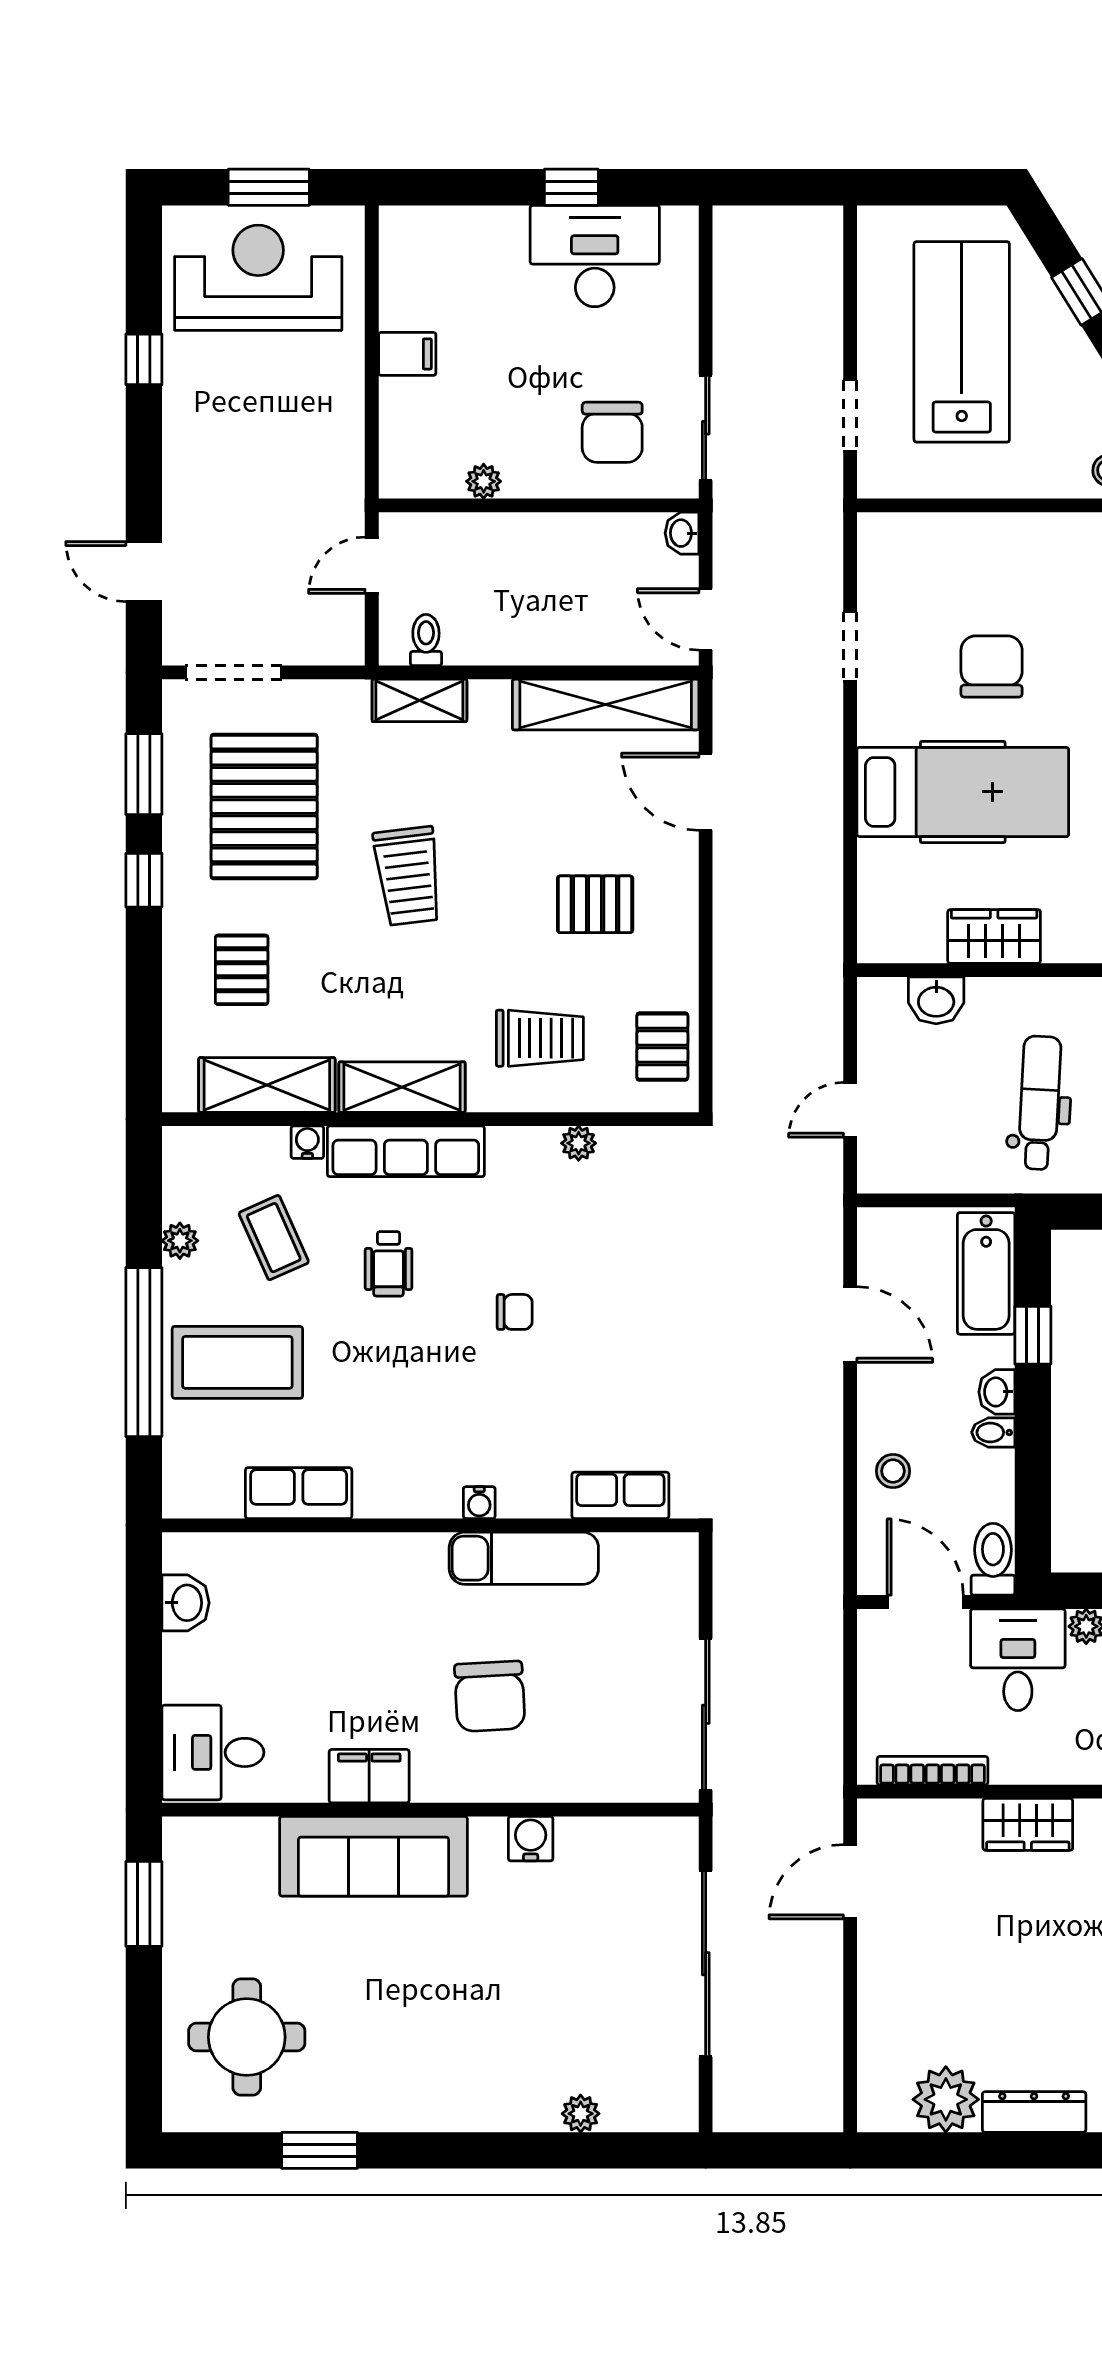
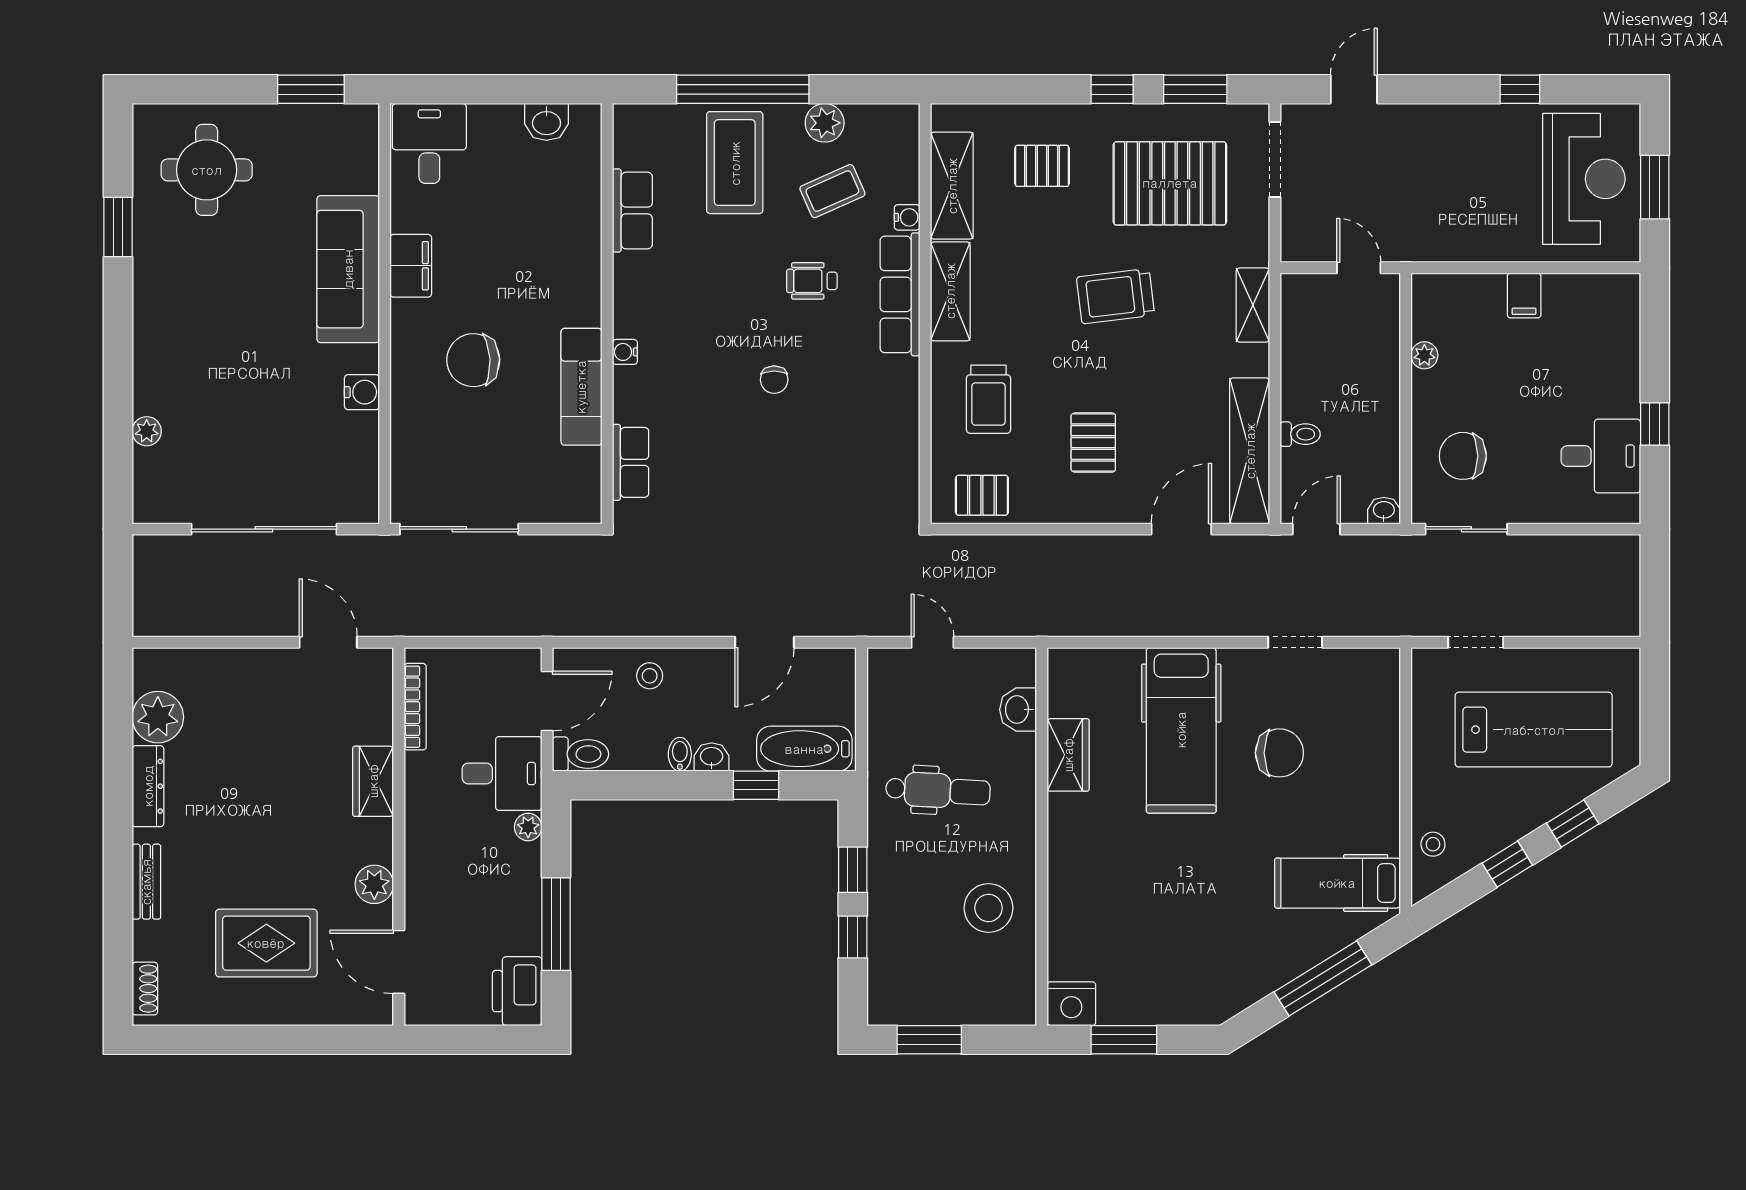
desk: (595, 256) -> (1601, 456), width x0.73
toilet: (426, 640) -> (1300, 434), moved
plant: (579, 1143) -> (906, 430), removed
plant: (180, 1241) -> (825, 123), width x1.38, depth x1.38

